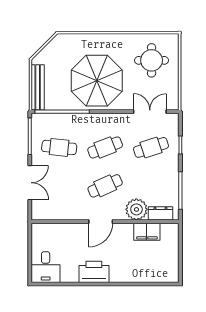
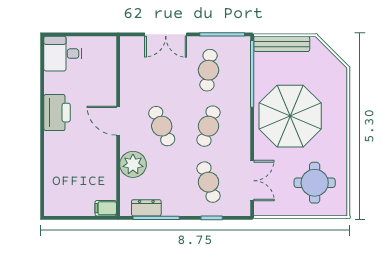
cafe table: (105, 147) -> (208, 126), turned 39
dresser: (160, 213) -> (146, 208), moved, turned -90
filing cabinet: (147, 232) -> (106, 208), moved, width x0.50

